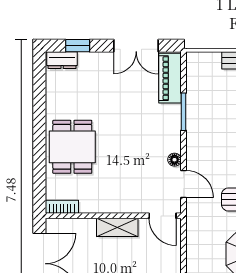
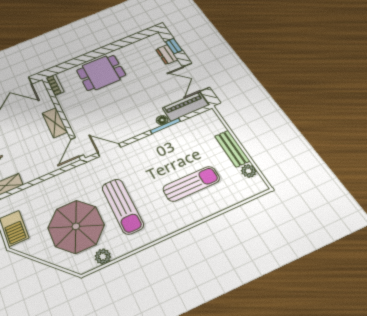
dresser: (62, 60) -> (167, 55), moved
floor lamp: (174, 160) -> (162, 120), moved
door: (184, 184) -> (109, 150), swing flipped

